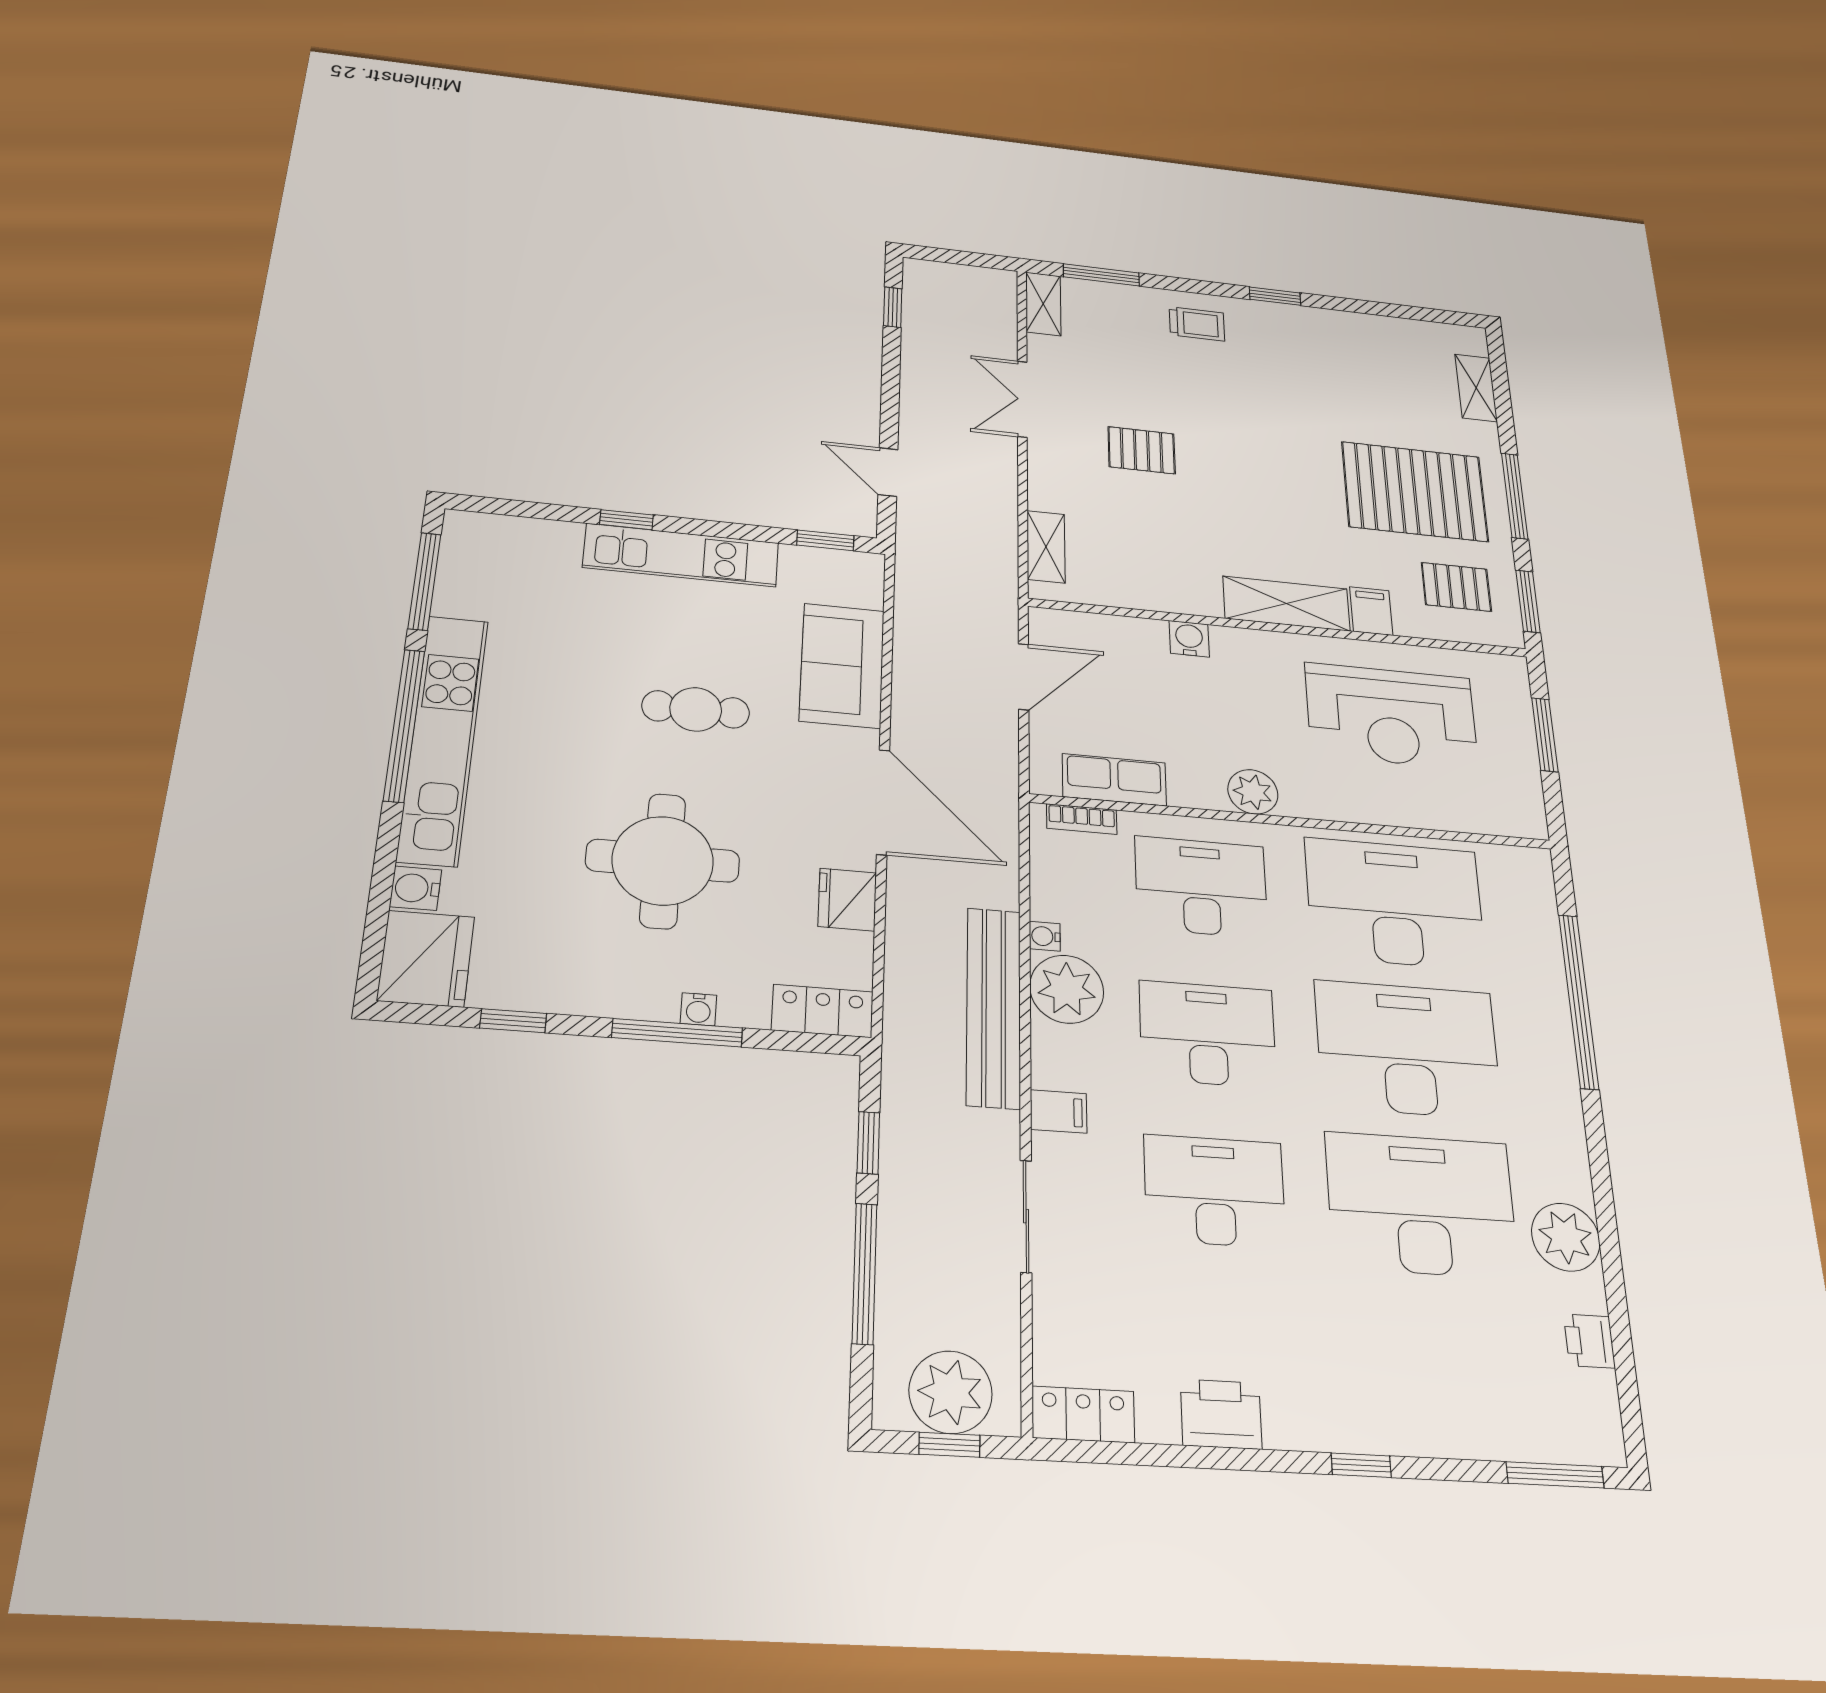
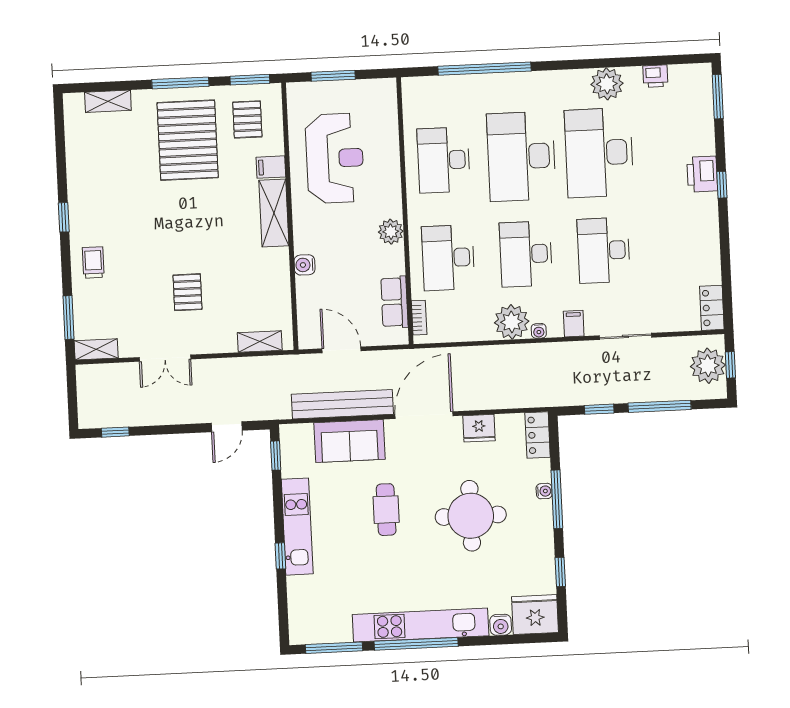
desk: (1395, 903) -> (444, 160), width x0.73, depth x0.77
water cooler: (1045, 936) -> (539, 331), moved
bench: (994, 1007) -> (342, 404), moved
printer: (1221, 1414) -> (702, 174), moved

